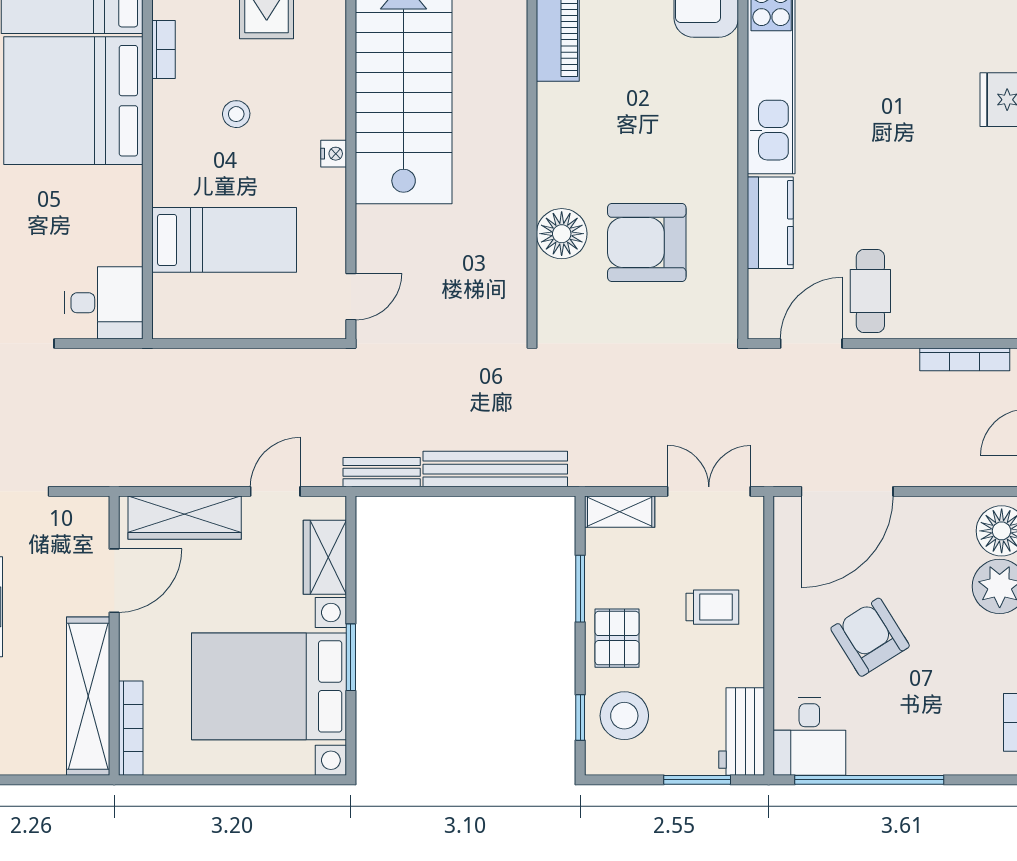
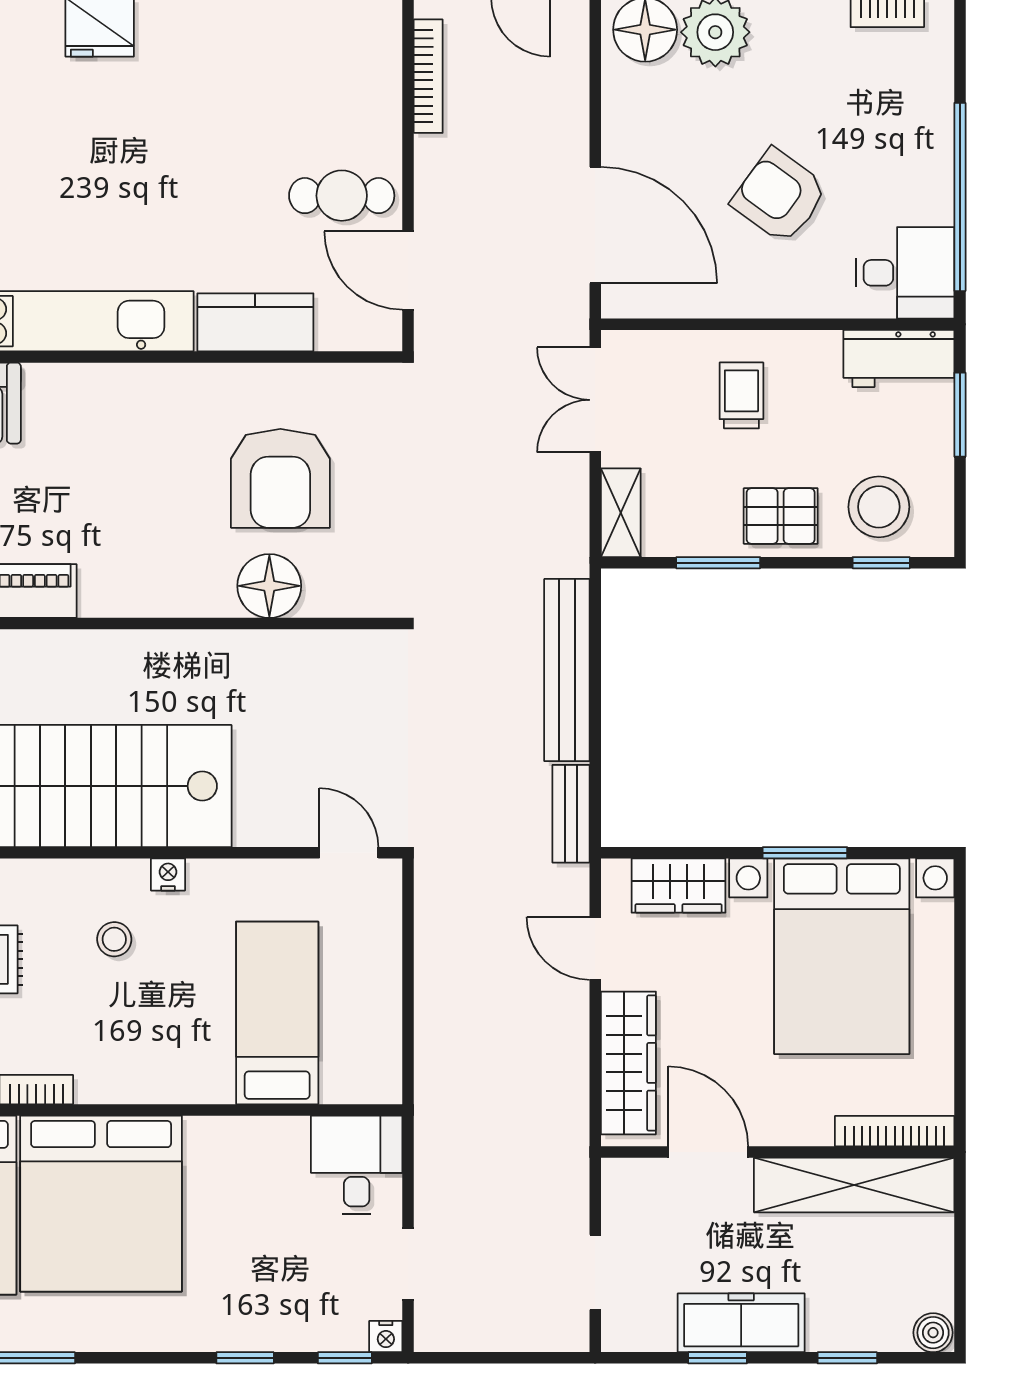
stool: (236, 114) -> (114, 939), moved
armchair: (870, 637) -> (780, 196), turned 68

